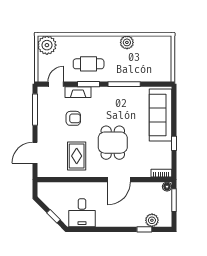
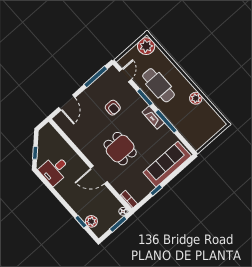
cafe table: (89, 64) -> (159, 85), width x1.37, depth x1.35
door: (56, 84) -> (125, 75), hinge flipped
fireplace: (78, 92) -> (153, 117), moved
dining table: (113, 143) -> (120, 149), turned 90
door: (35, 153) -> (67, 103), swing flipped
rug: (77, 156) -> (90, 132), removed

